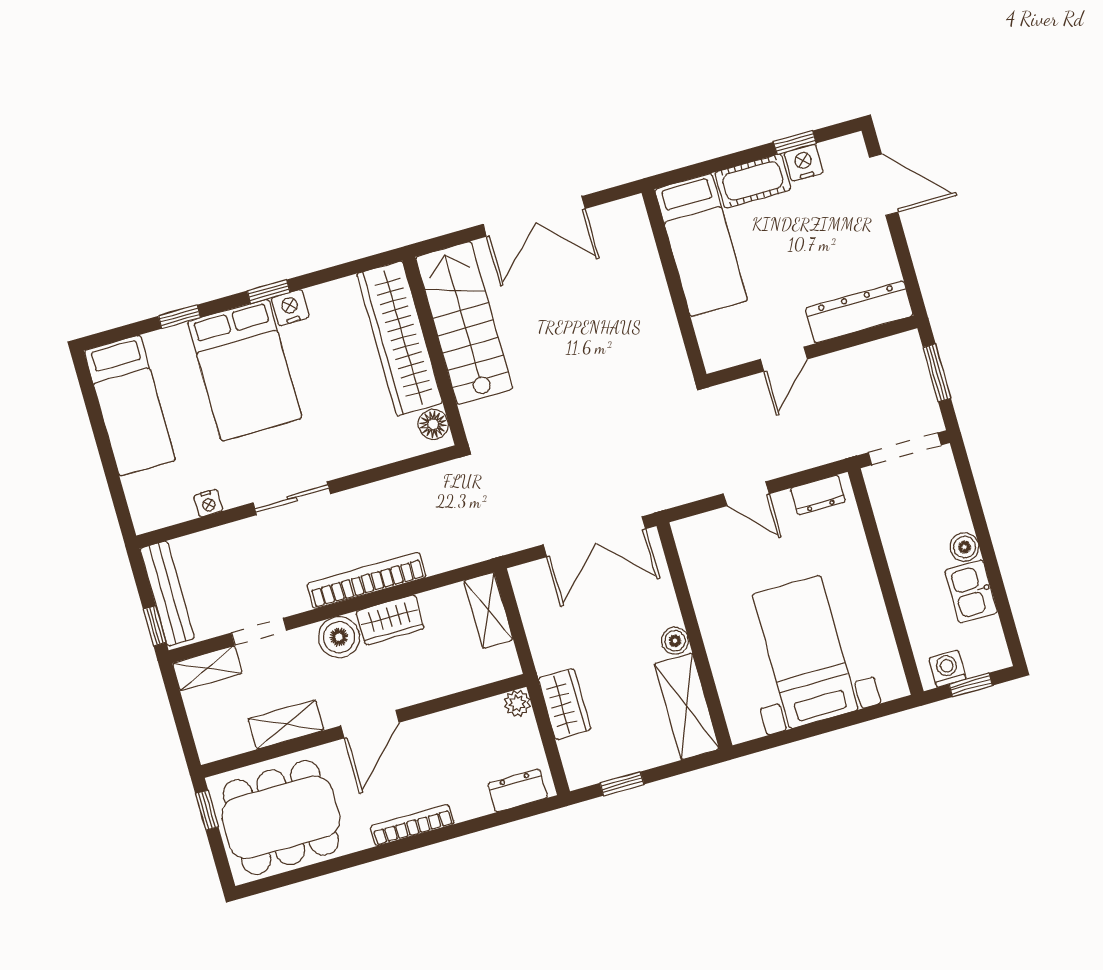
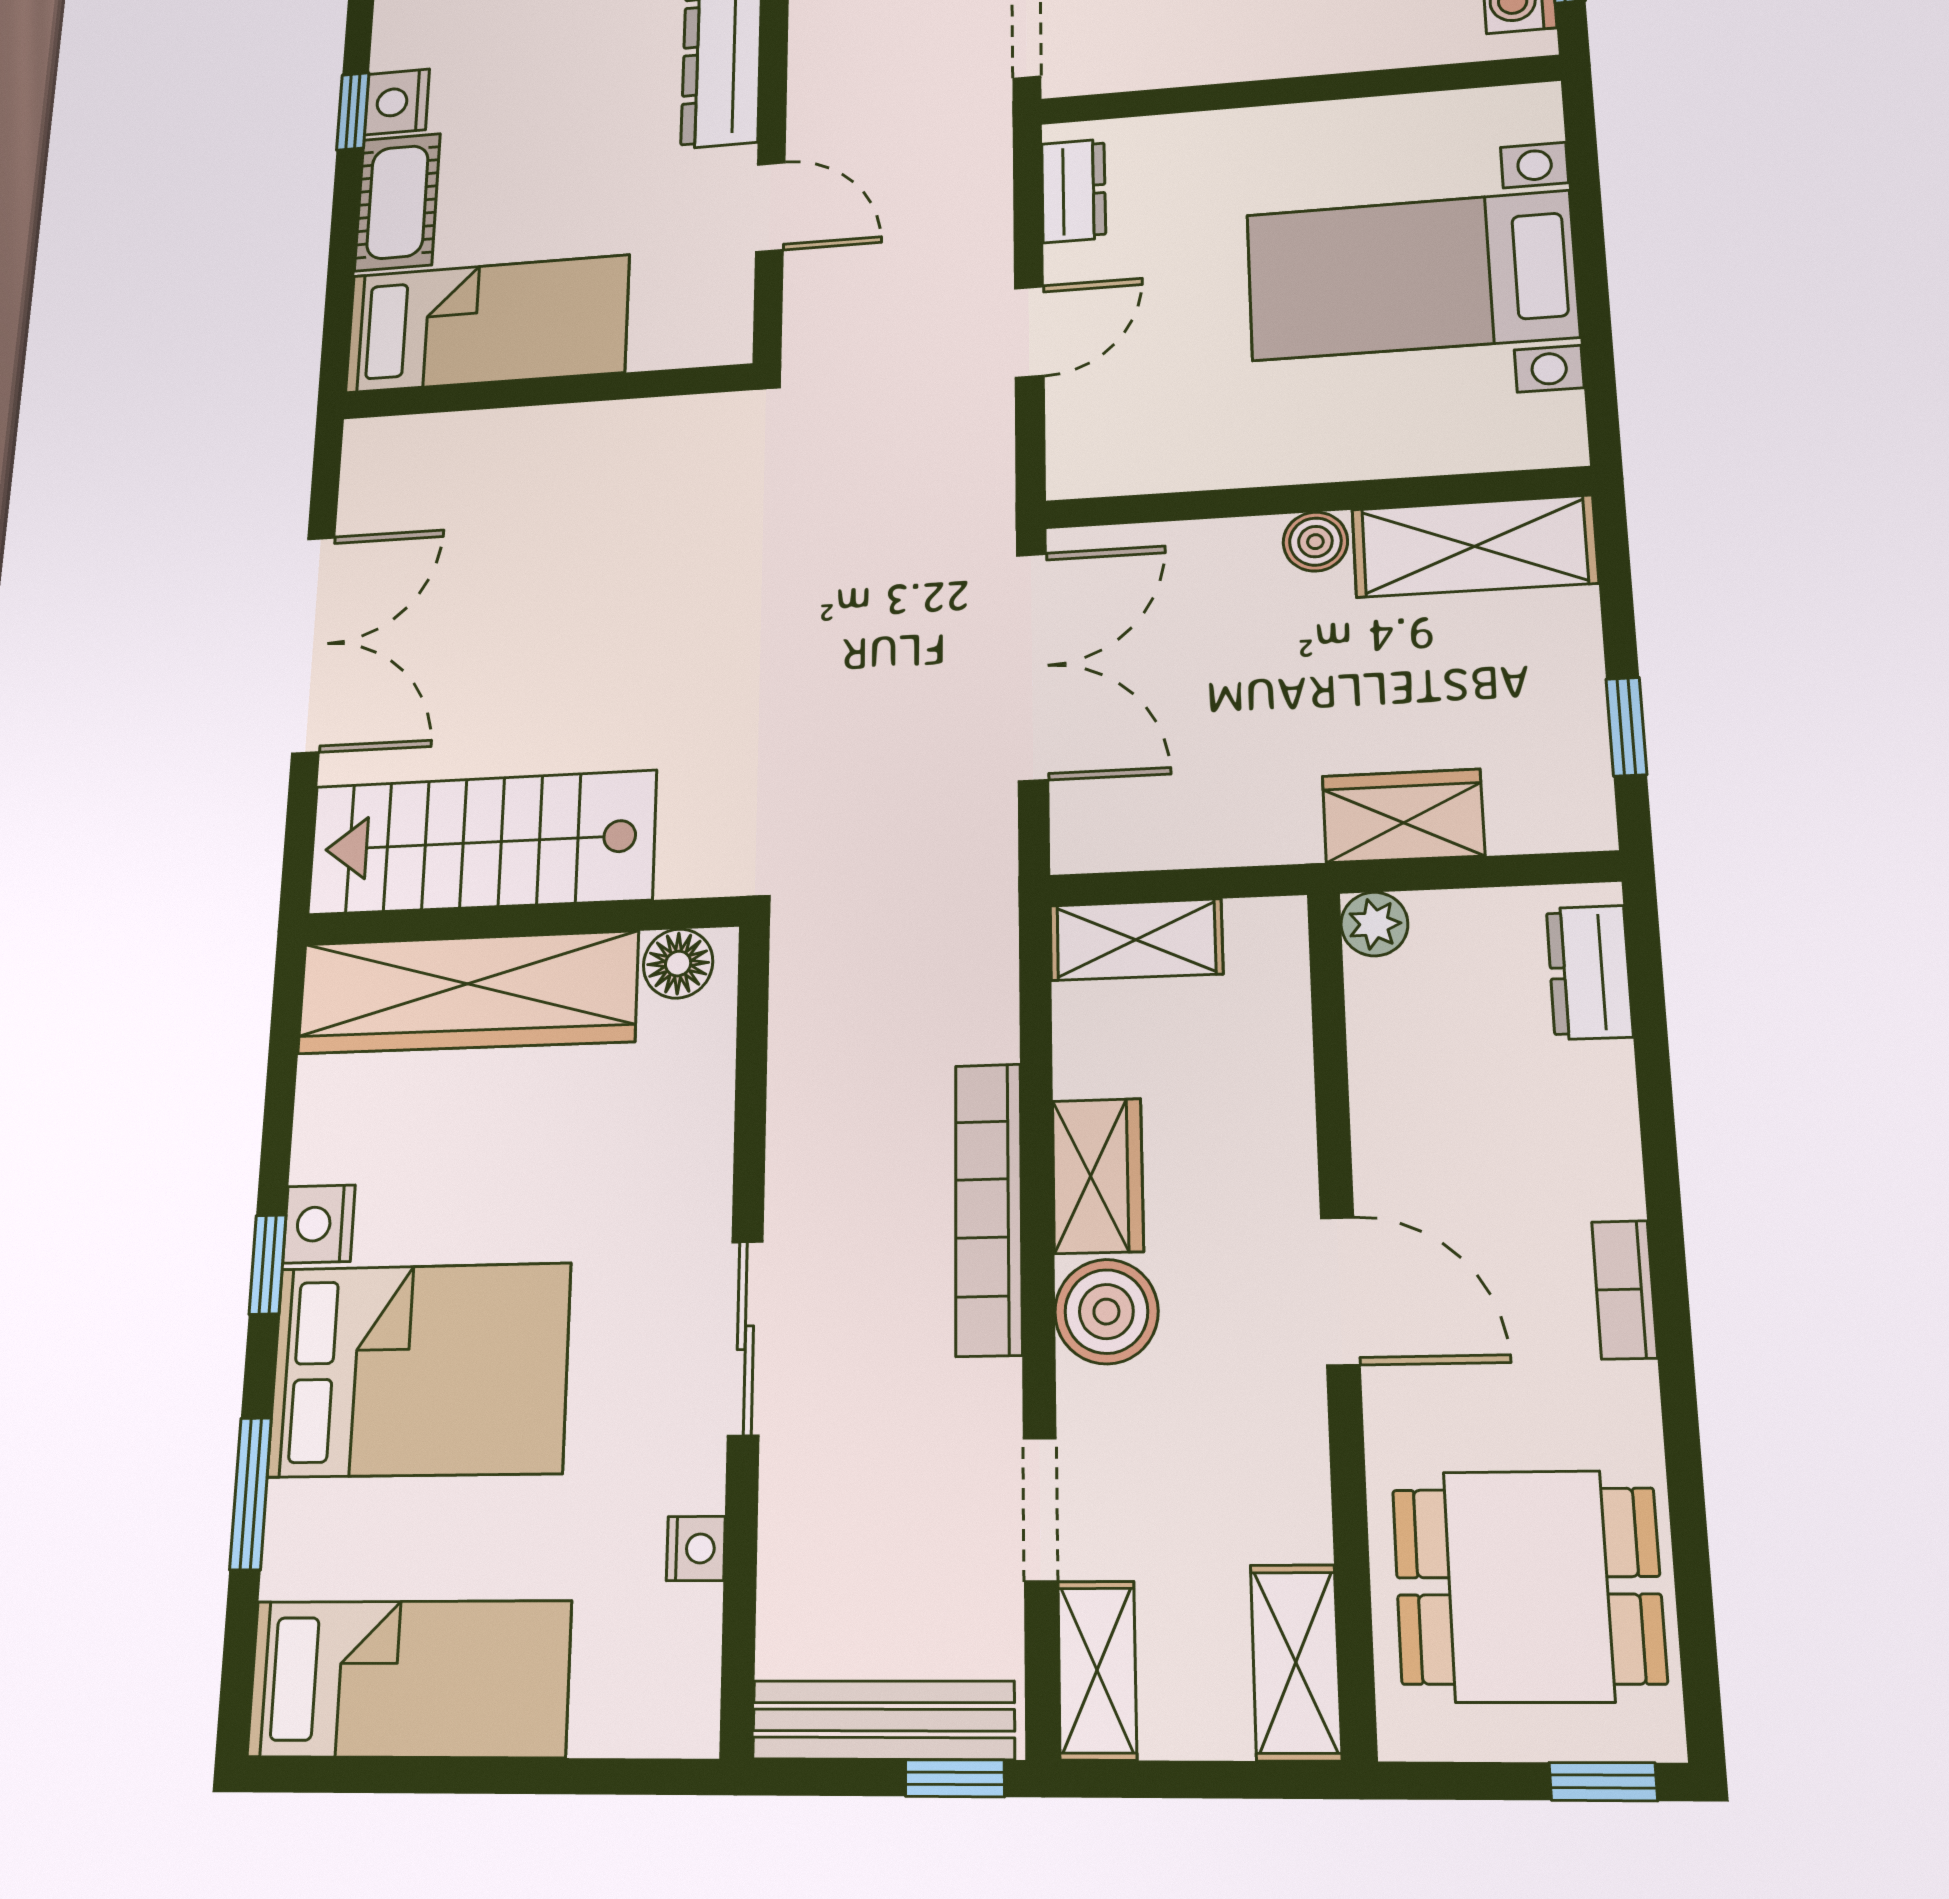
window: (179, 317) -> (251, 1494), width x1.50
shelving: (286, 724) -> (1296, 1662), moved
window: (207, 810) -> (1603, 1782), moved
dining table: (281, 817) -> (1528, 1586), width x0.73
bookcase: (412, 825) -> (1625, 1290), width x0.64

